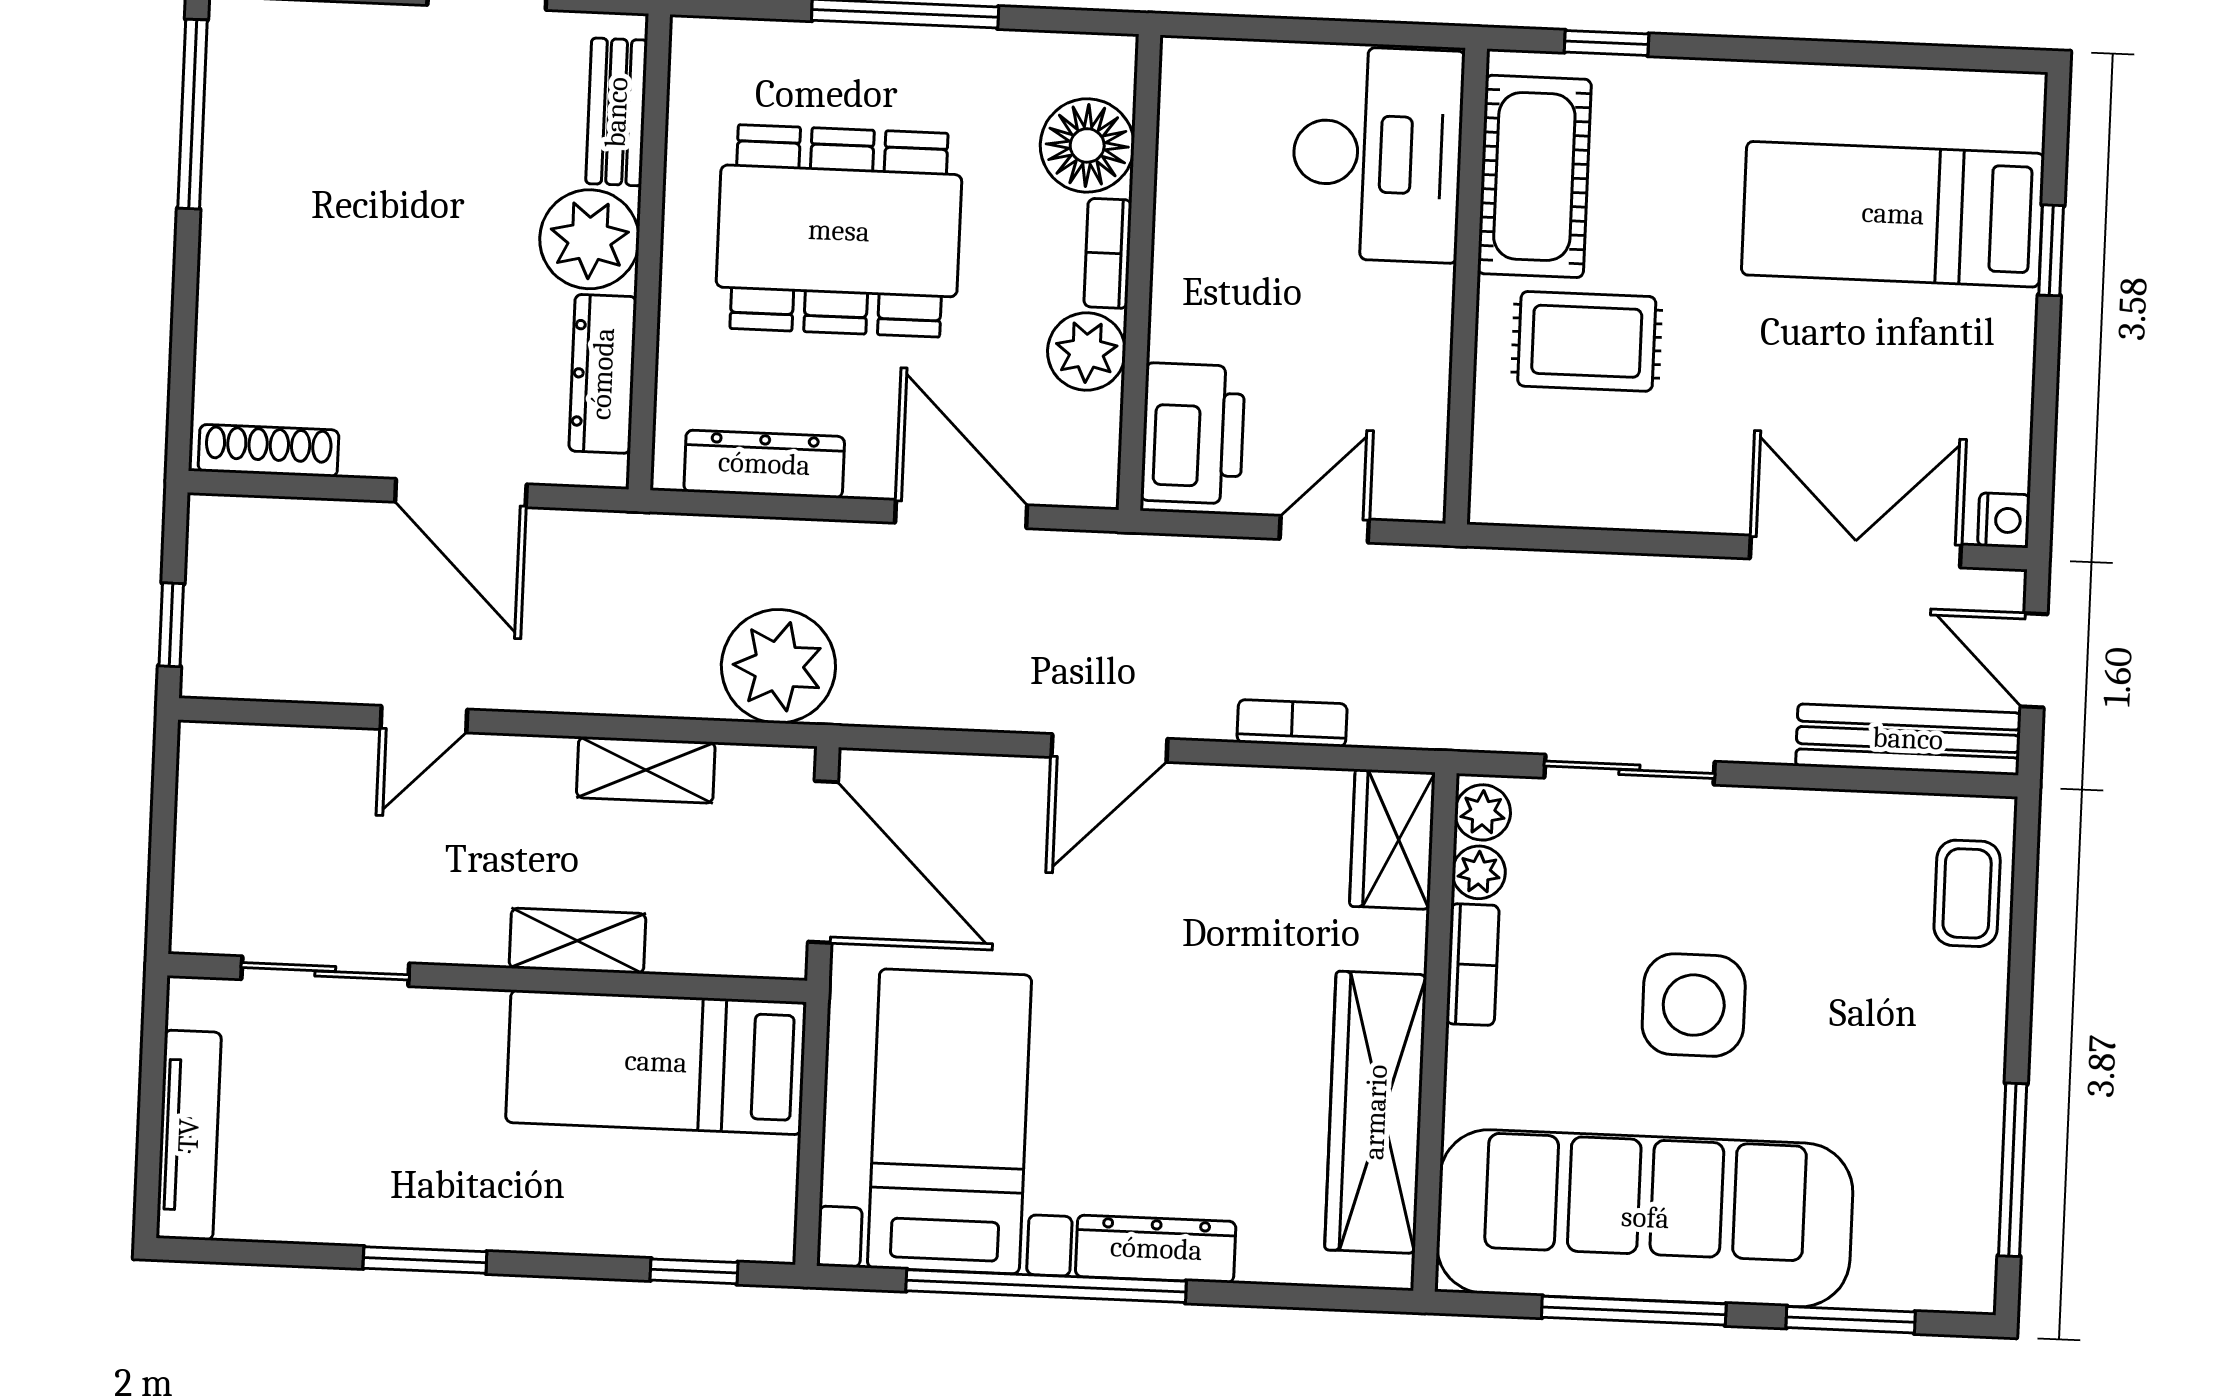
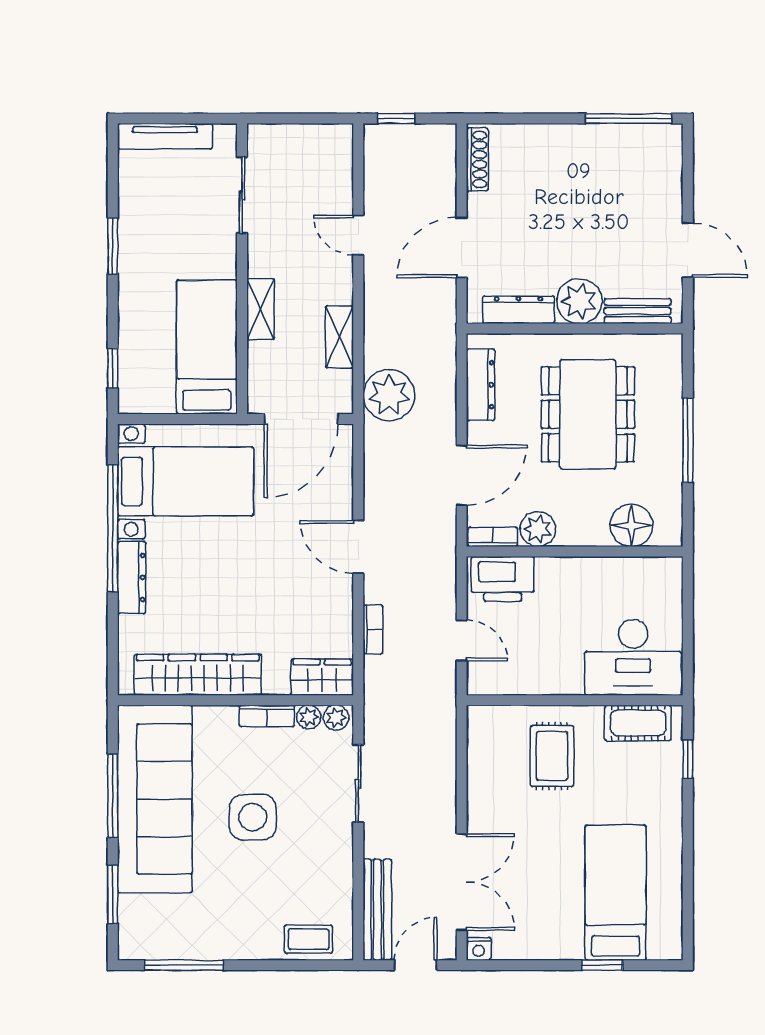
cot: (1534, 176) -> (638, 723), width x0.73, depth x0.75
bookcase: (1108, 253) -> (493, 537), moved

